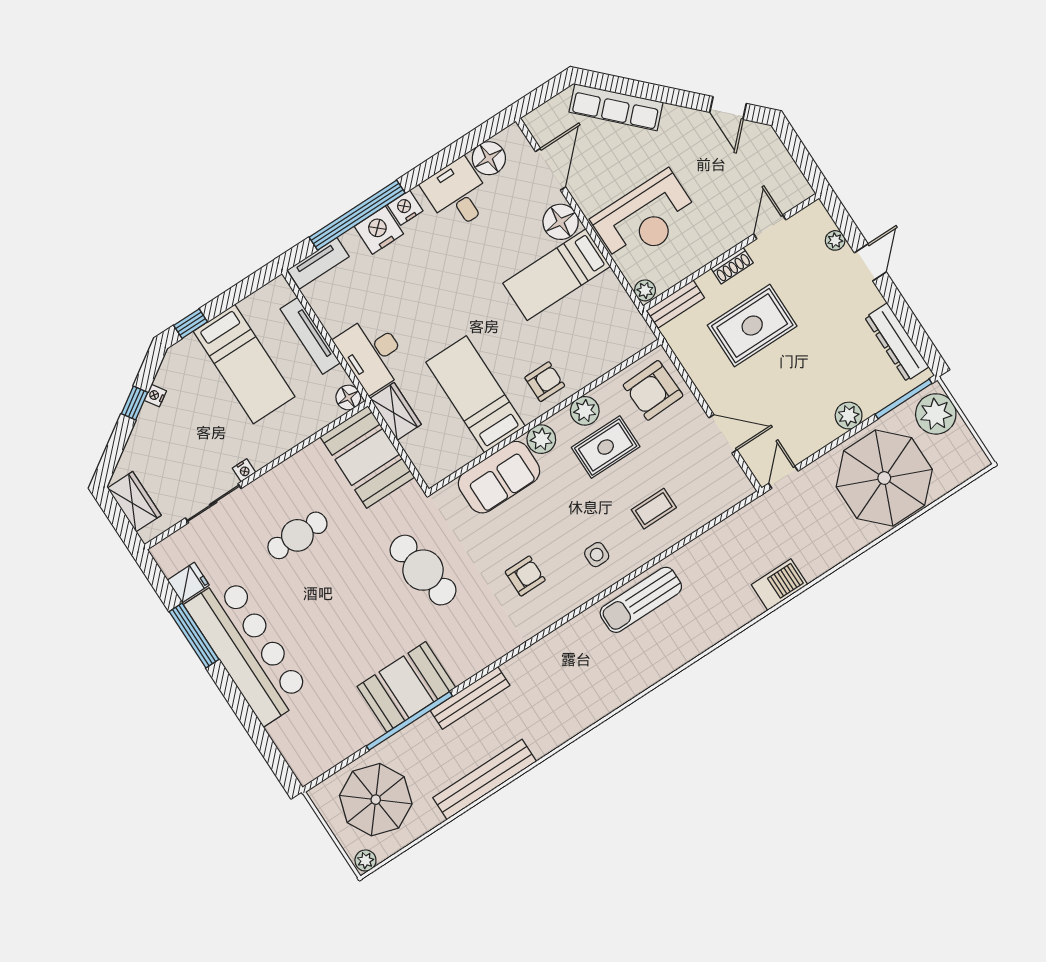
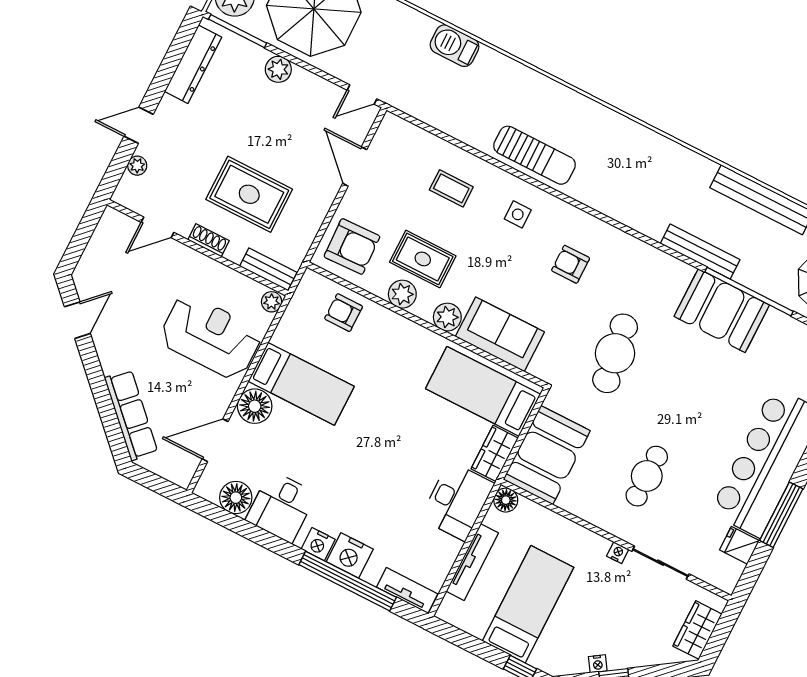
armchair: (545, 382) -> (344, 313), moved
bed: (476, 394) -> (483, 391), moved, turned 90
cafe table: (297, 535) -> (647, 476), turned 90

